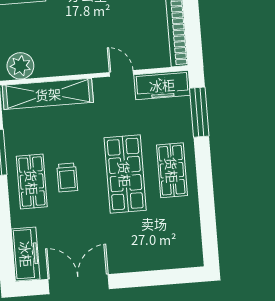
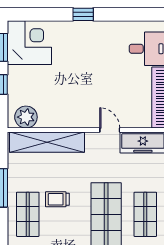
trolley: (67, 177) -> (57, 199), moved, turned 90

